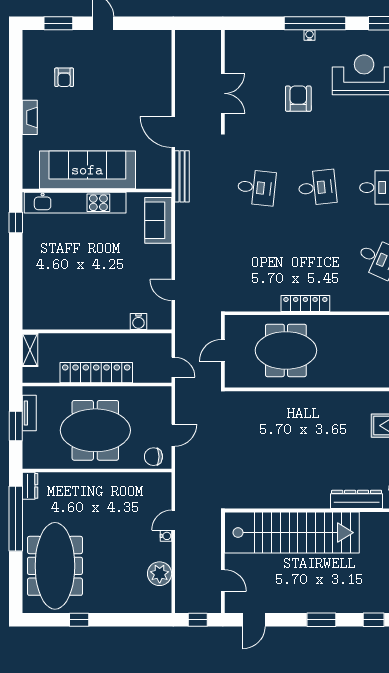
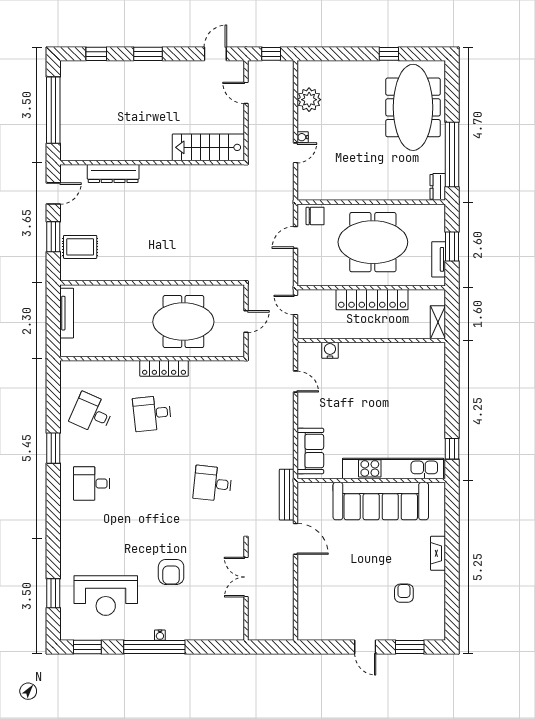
desk: (317, 188) -> (152, 413), moved
stairs: (292, 533) -> (208, 147), width x0.54, depth x0.66

